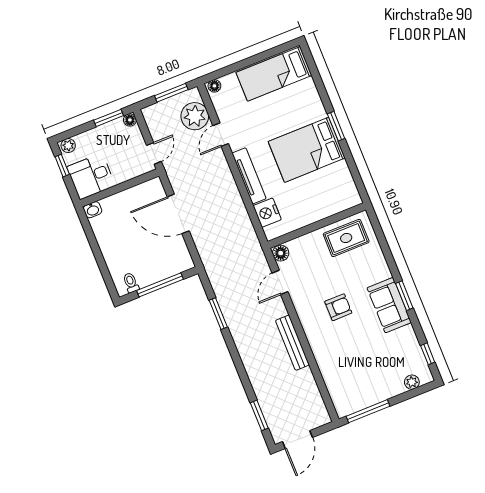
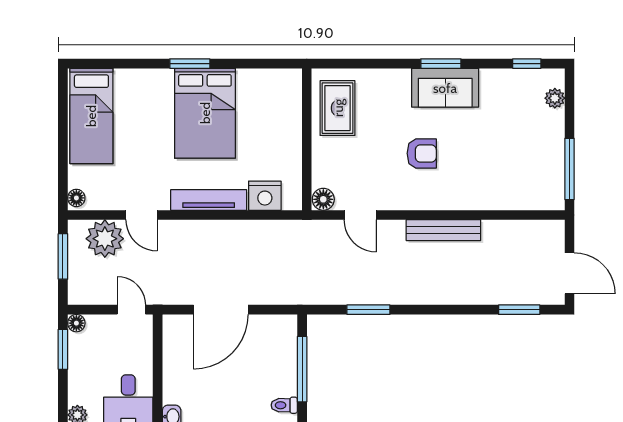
armchair: (338, 307) -> (422, 153), turned 90

